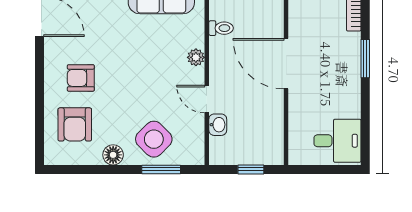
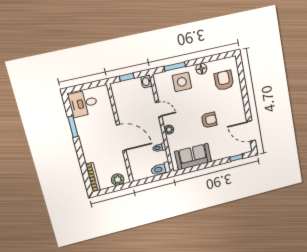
window: (365, 59) -> (73, 127), moved
armchair: (81, 78) -> (209, 120), moved
washbasin: (218, 125) -> (146, 81), moved
side table: (154, 139) -> (182, 82), turned 45

